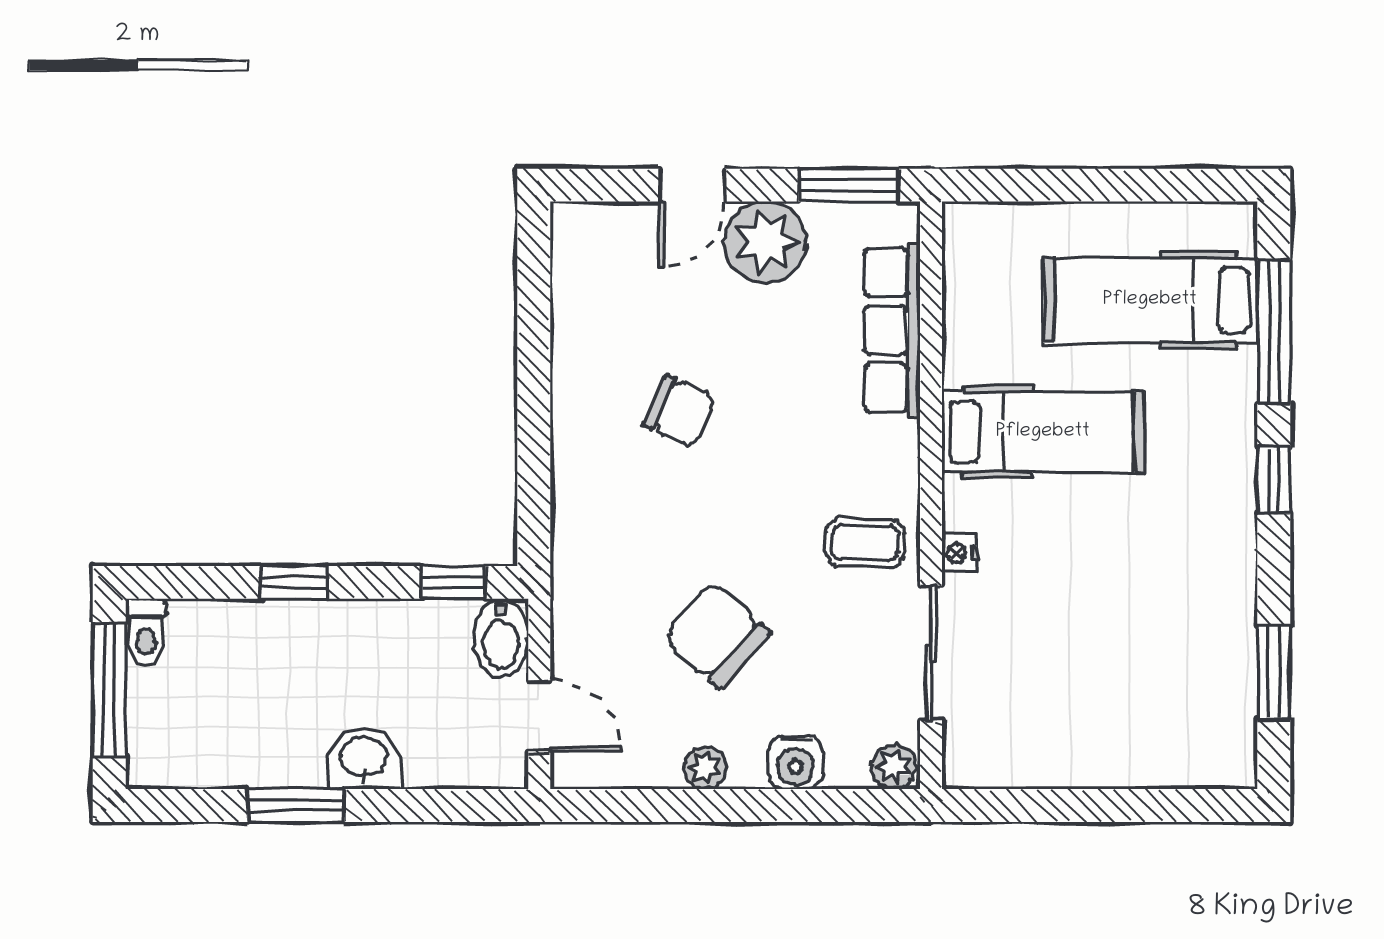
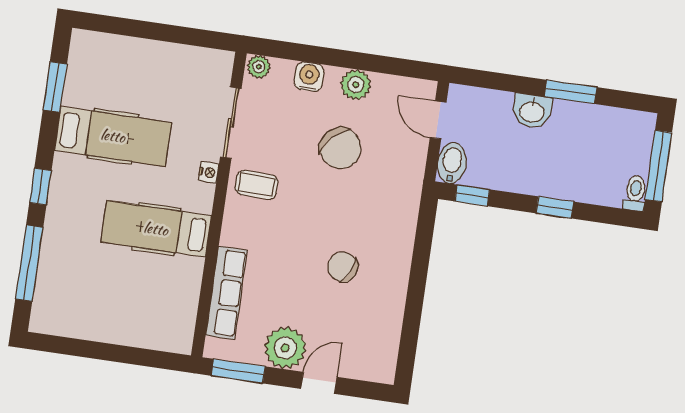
hospital bed: (1150, 300) -> (113, 136), moved
plant: (705, 768) -> (356, 85), width x1.38, depth x1.38

